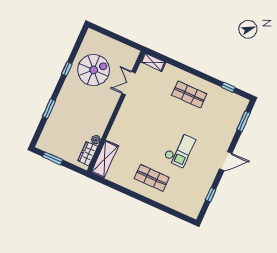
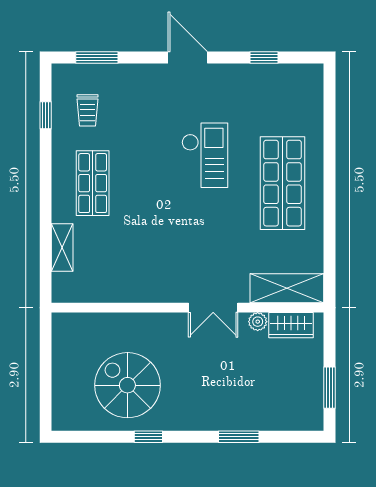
shelving: (153, 62) -> (62, 247), moved
double door: (129, 83) -> (213, 308), moved
trolley: (222, 107) -> (88, 110), added
checkout: (179, 149) -> (205, 155), turned 90
shop shelf: (152, 178) -> (282, 183), width x1.43, depth x1.36

